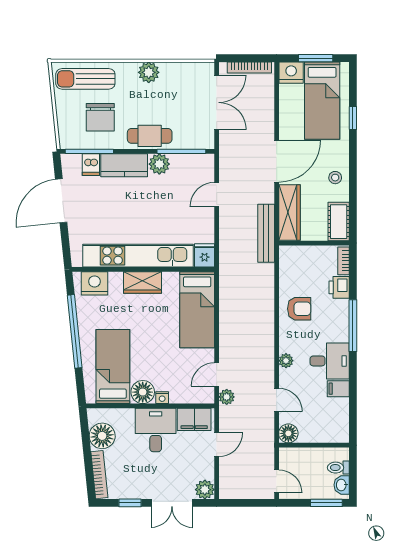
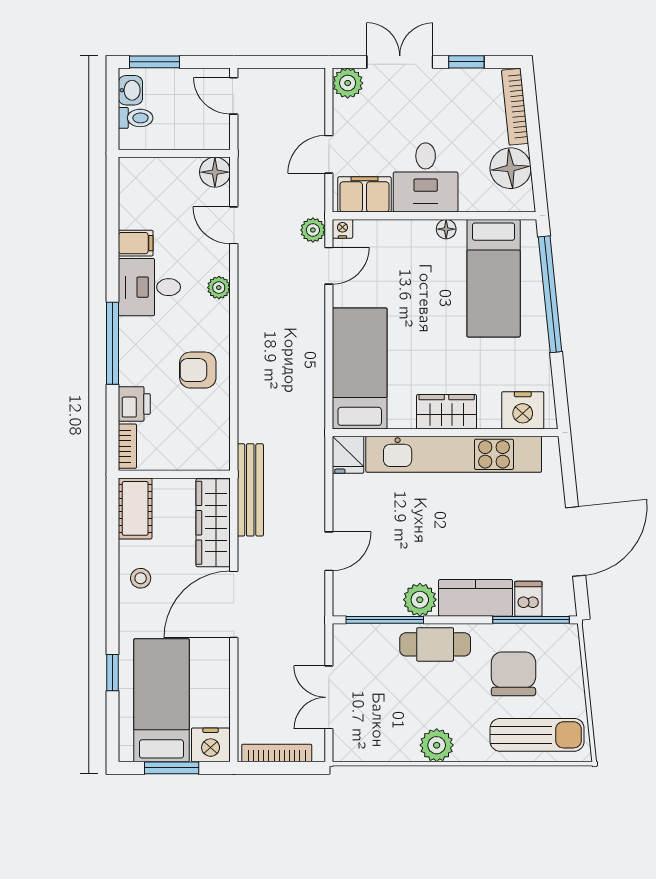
double door: (217, 102) -> (329, 697), width x0.73
window: (75, 331) -> (550, 294), moved
floor lamp: (143, 392) -> (446, 229), width x0.53, depth x0.53
nightstand: (162, 398) -> (342, 229), moved

